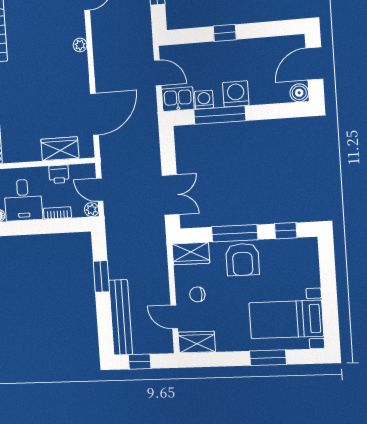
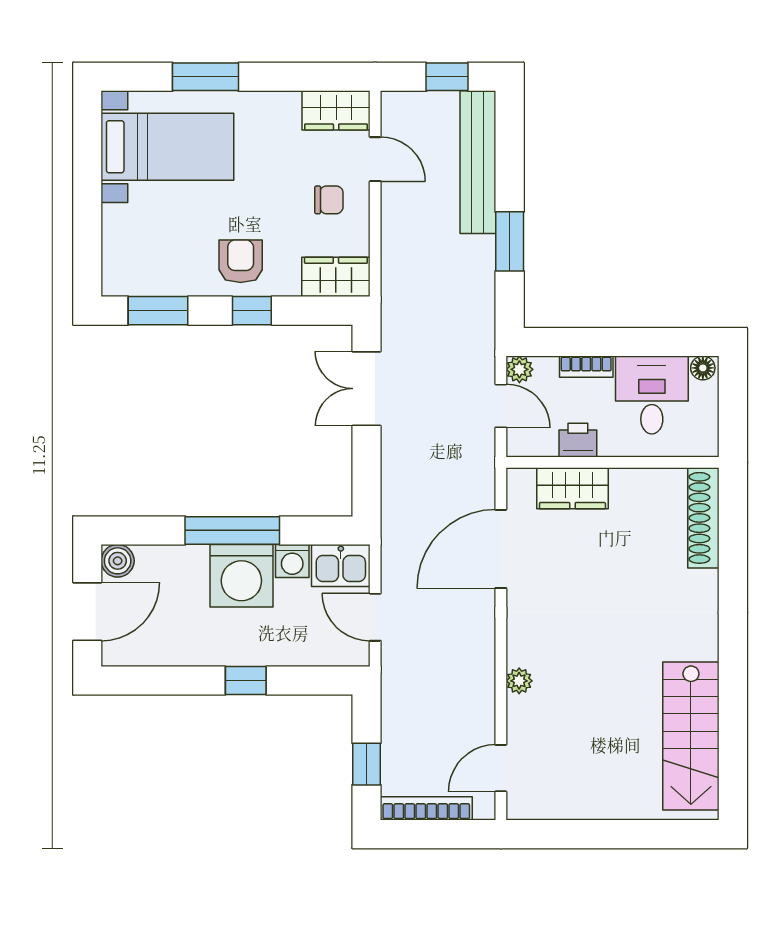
washing machine: (236, 94) -> (241, 576), width x1.37, depth x1.37
window: (220, 115) -> (232, 530), moved
window: (286, 231) -> (158, 311), width x1.50
window: (235, 233) -> (252, 311), width x0.46
armchair: (242, 259) -> (241, 261), width x0.72, depth x0.72

